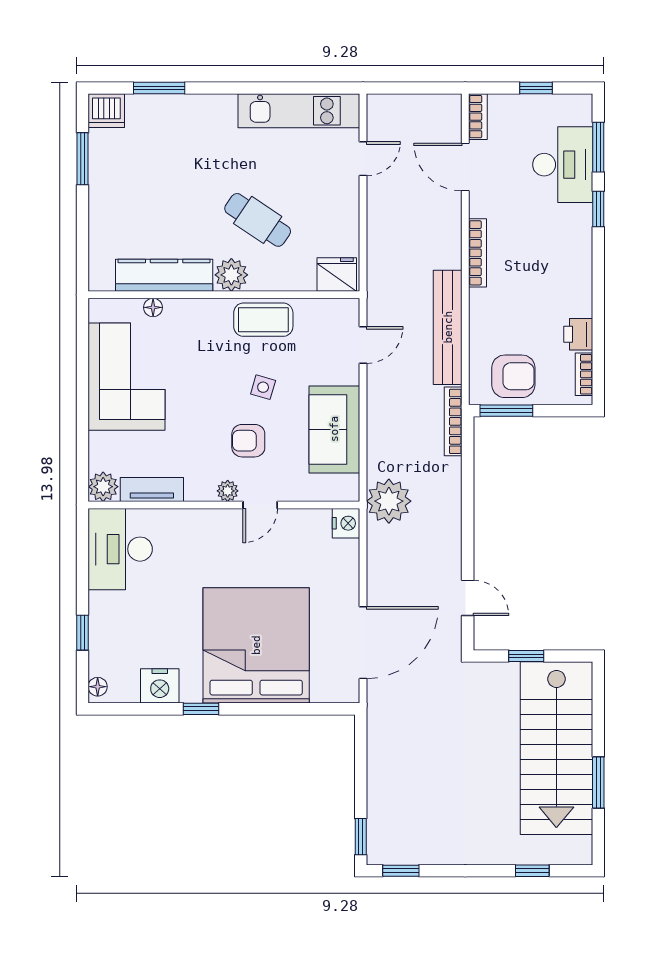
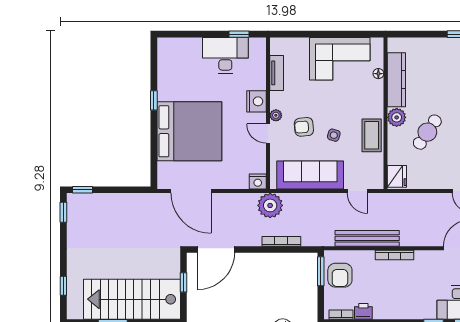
bookcase: (478, 253) -> (394, 255), moved
bookcase: (453, 421) -> (281, 241), moved
sofa: (334, 429) -> (310, 175), width x1.36
armchair: (248, 441) -> (304, 127), turned -95
plant: (103, 487) -> (278, 46), removed
desk: (120, 549) -> (225, 55), moved
door: (468, 598) -> (216, 250), width x1.88
window: (83, 633) -> (239, 34), moved
nightstand: (160, 686) -> (256, 101), moved, turned 180
floor lamp: (98, 687) -> (166, 43), removed

